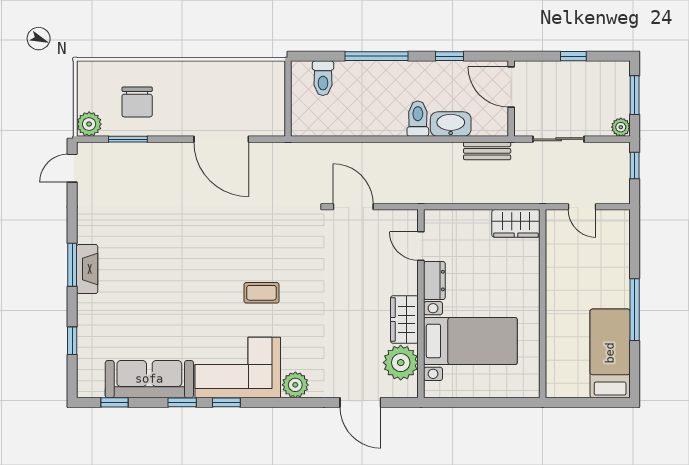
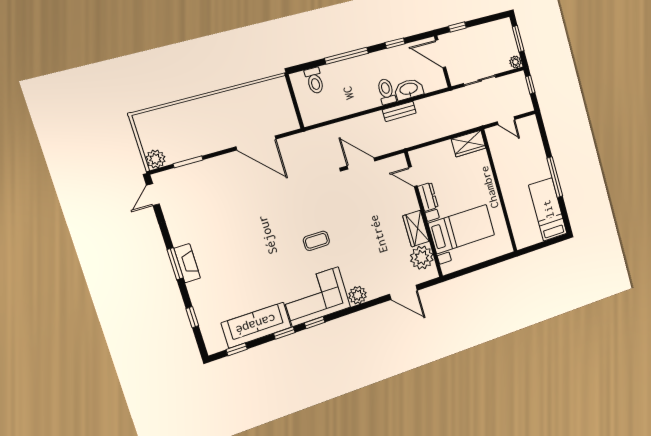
window: (573, 56) -> (457, 27), moved
chair: (137, 102) -> (187, 133), removed
bench: (487, 151) -> (399, 111), moved

